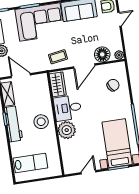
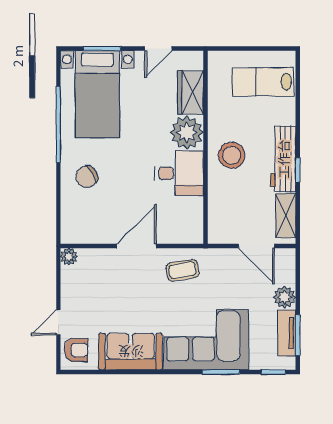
floor lamp: (102, 54) -> (100, 262), removed
wardrobe: (58, 84) -> (191, 92), moved
chair: (113, 85) -> (87, 177), moved

